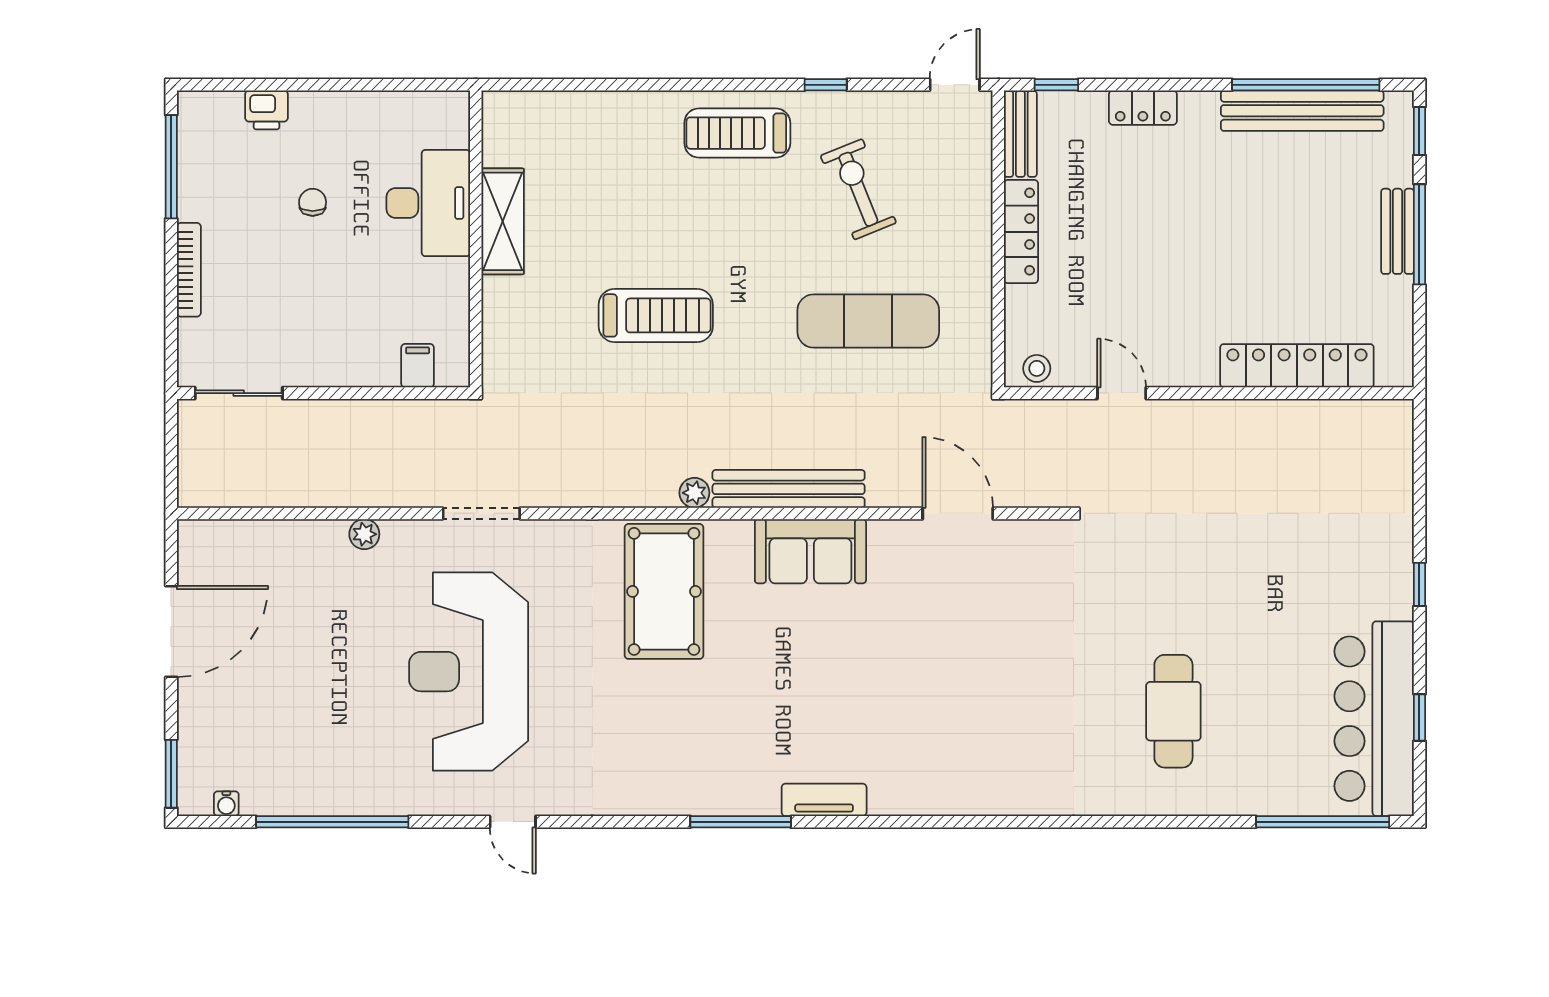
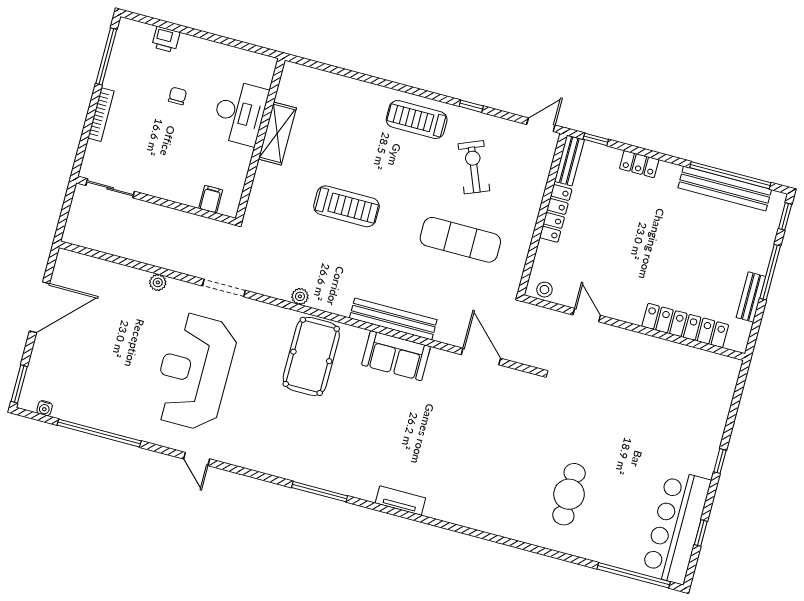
bench: (1397, 231) -> (751, 297), moved
plant: (694, 493) -> (300, 296), moved
tv unit: (824, 800) -> (400, 501), moved

